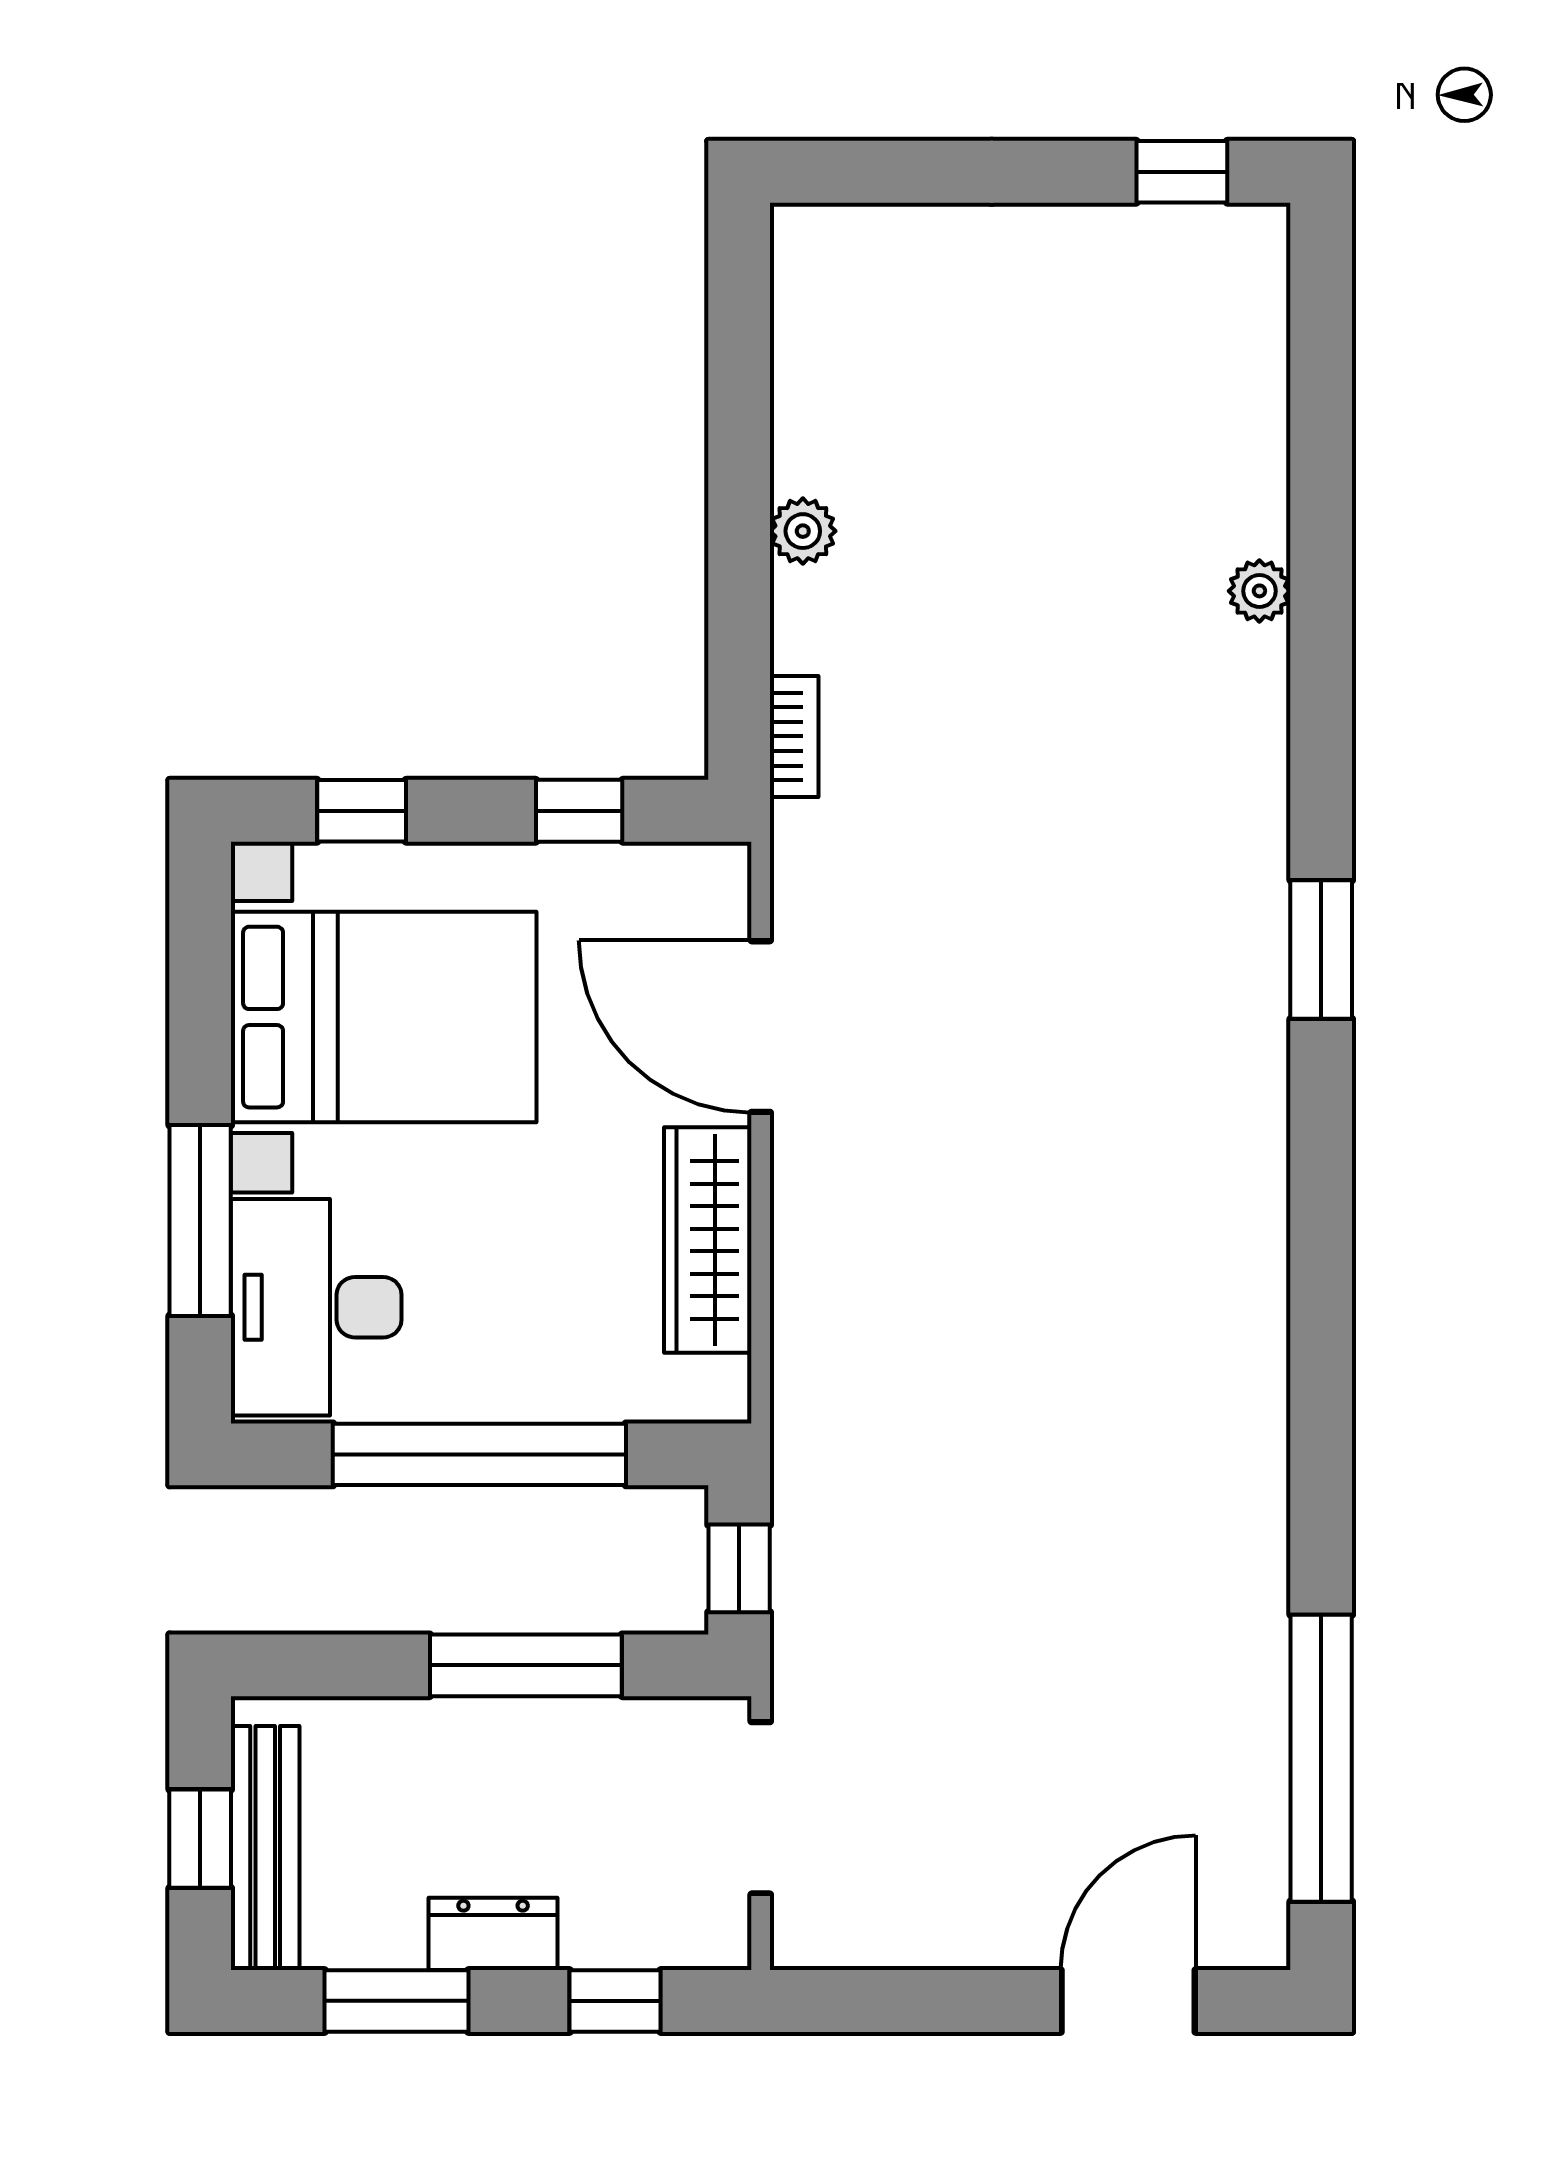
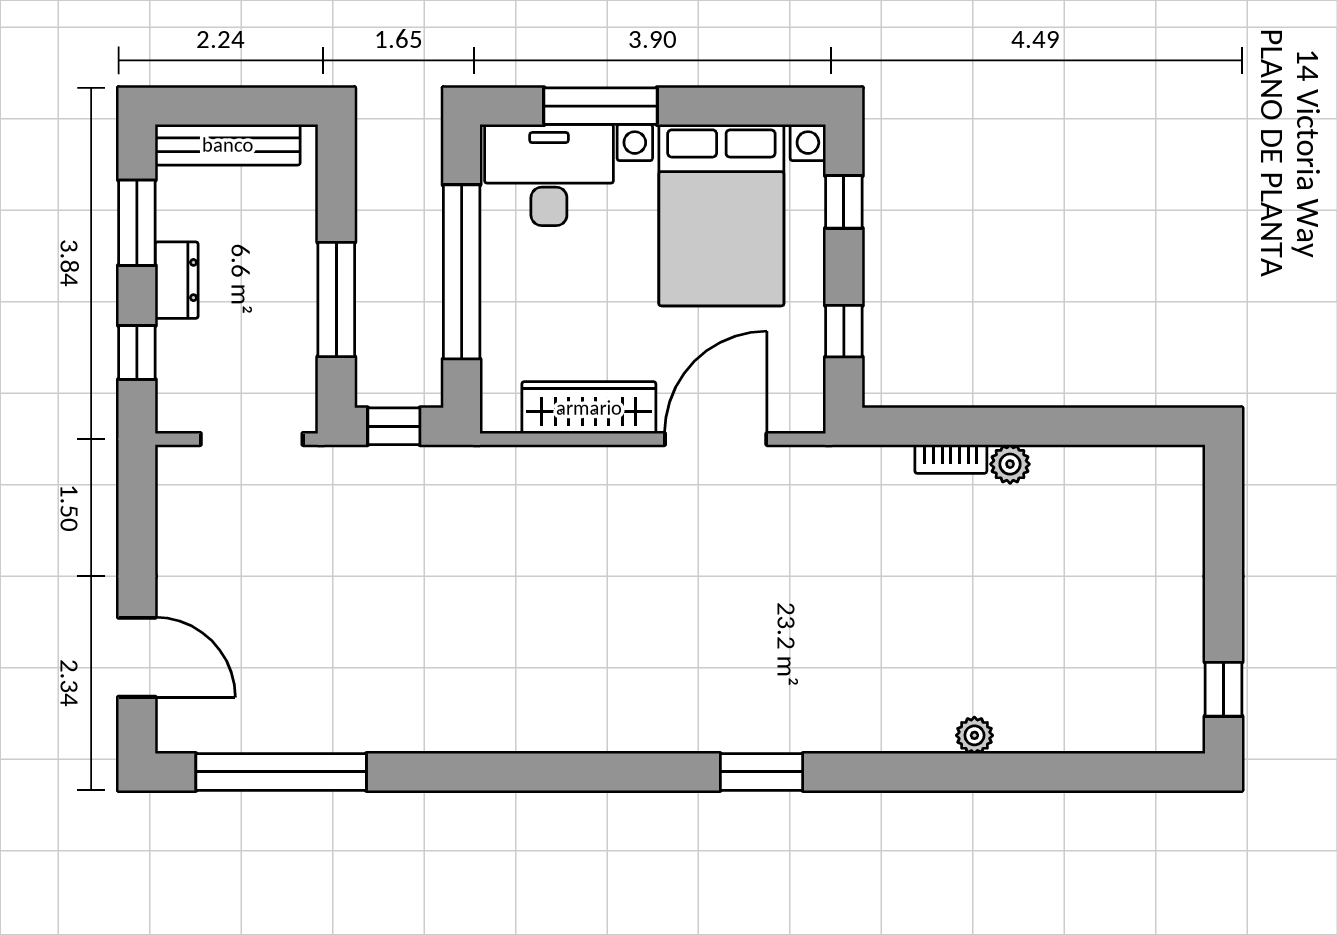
bookcase: (794, 736) -> (951, 459), moved
window: (200, 1839) -> (233, 106), removed

